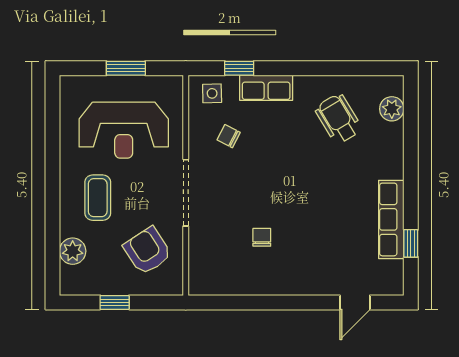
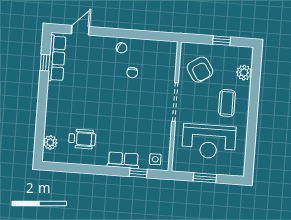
wheelchair: (338, 119) -> (82, 139), turned -59
reception desk: (124, 130) -> (209, 142), turned 180
chair: (229, 136) -> (122, 48), moved
row of seats: (391, 219) -> (57, 58), moved

